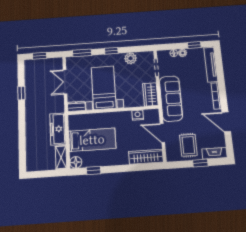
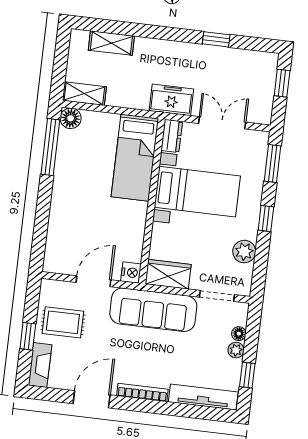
nightstand: (138, 115) -> (131, 273), moved
freezer: (58, 129) -> (171, 100), moved, width x0.71
bed: (92, 140) -> (135, 158), moved
shelving: (31, 148) -> (111, 43), added
wardrobe: (146, 157) -> (57, 243), removed
window: (94, 170) -> (50, 147), width x2.17

